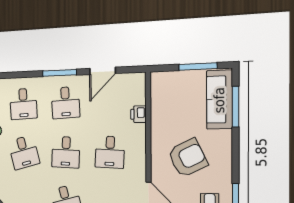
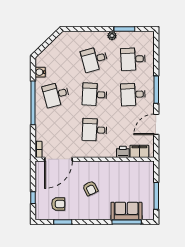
door: (103, 71) -> (156, 124), hinge flipped
filing cabinet: (138, 92) -> (139, 151), added
sofa: (219, 100) -> (126, 211), width x0.73
armchair: (188, 158) -> (90, 188), width x0.53, depth x0.53

